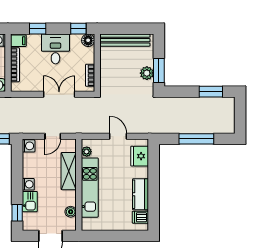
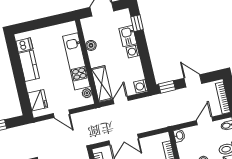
shelving: (69, 171) -> (102, 84), moved
boiler: (71, 212) -> (91, 45), moved

